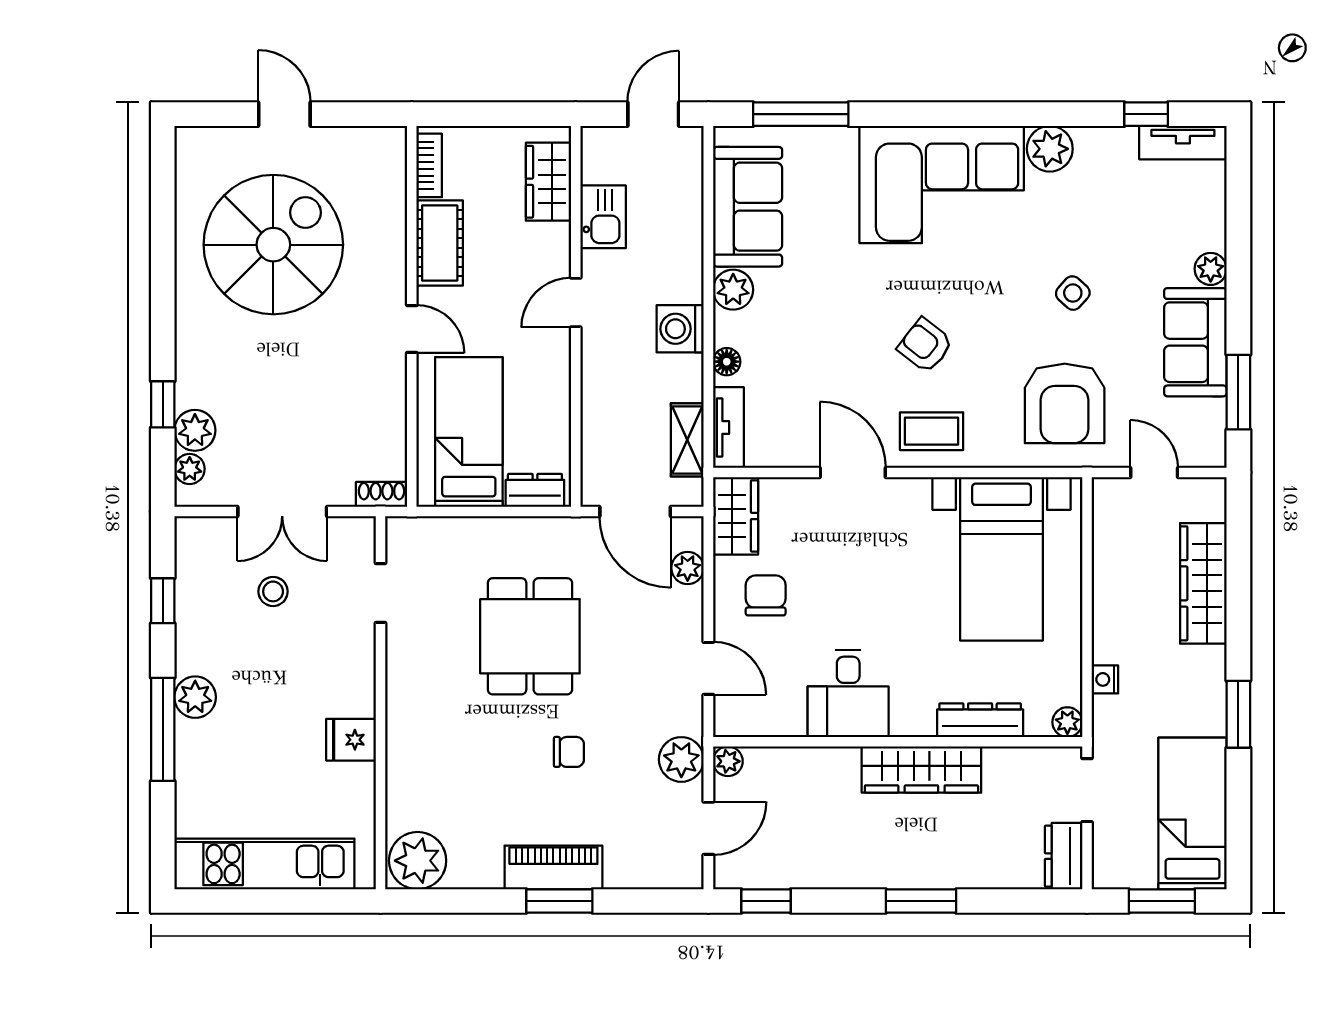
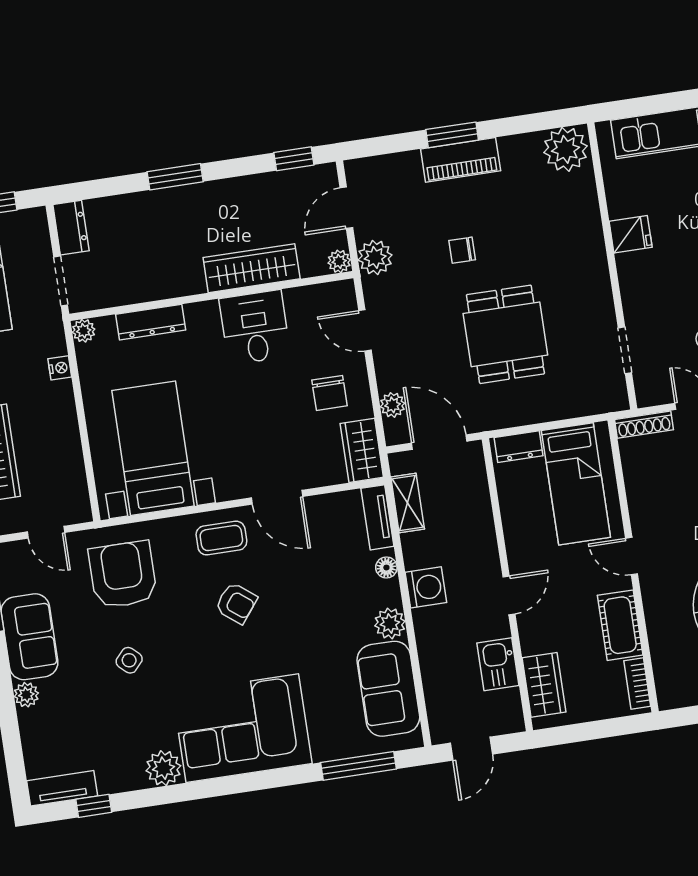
shoe rack: (381, 494) -> (644, 425), width x1.43
wardrobe: (921, 770) -> (252, 268), moved

